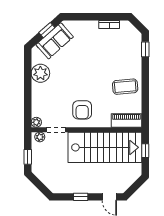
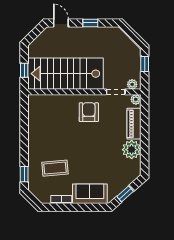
sofa: (55, 41) -> (90, 194), moved, turned 42
coffee table: (125, 87) -> (55, 168), moved
piano: (127, 121) -> (134, 124), moved, turned 90

